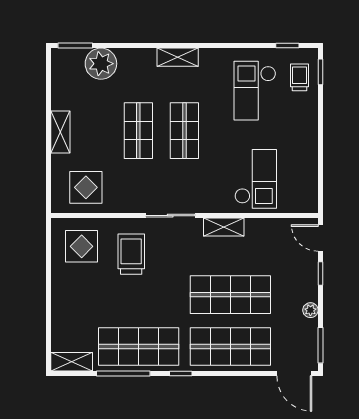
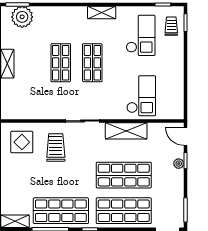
shelving: (178, 57) -> (102, 12), moved
plant: (101, 64) -> (22, 17), moved
checkout: (255, 91) -> (141, 35), turned 180
display table: (86, 187) -> (25, 102), removed
shelving: (224, 227) -> (126, 131), width x1.50, depth x1.33
plant: (310, 310) -> (179, 164), moved

